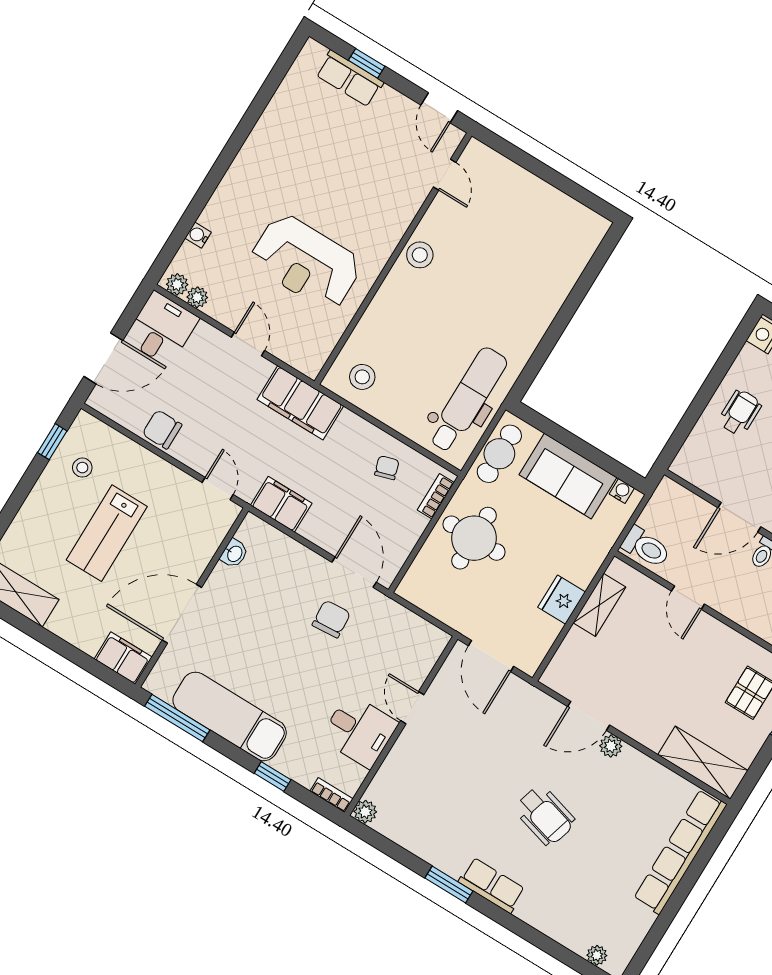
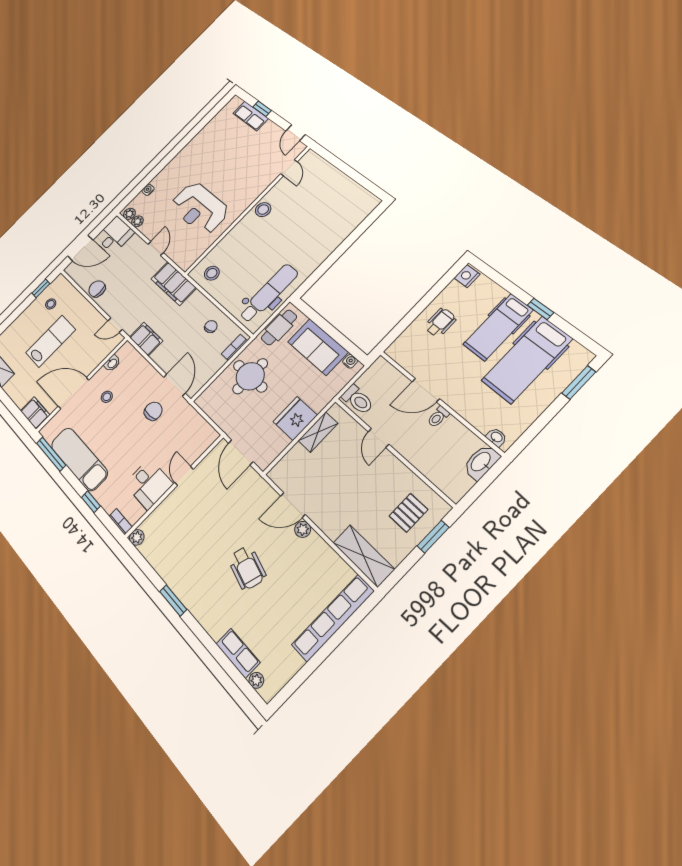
door: (218, 489) -> (115, 325), swing flipped
lab bench: (107, 533) -> (51, 341), turned 180
fridge: (562, 600) -> (295, 418), width x1.36, depth x1.34
stool: (244, 610) -> (107, 397), added
row of seats: (492, 885) -> (238, 653), moved

